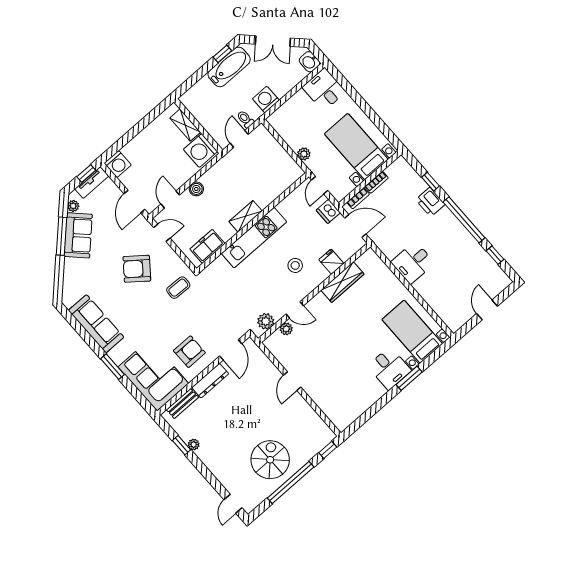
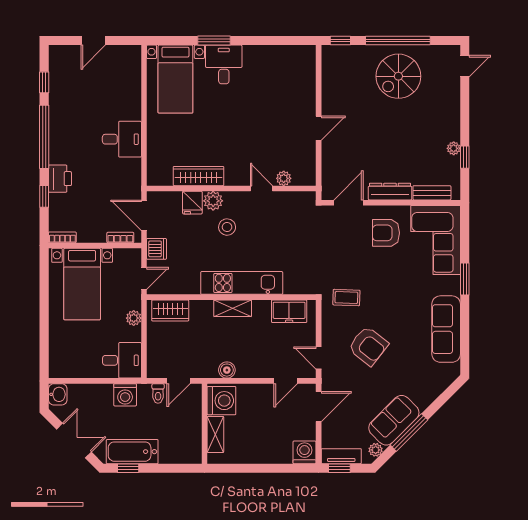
desk: (324, 90) -> (122, 360), moved, turned -90
wardrobe: (285, 179) -> (170, 310), added
bookcase: (377, 182) -> (62, 237), moved
boiler: (196, 189) -> (227, 370), moved
plant: (266, 321) -> (213, 201), moved

